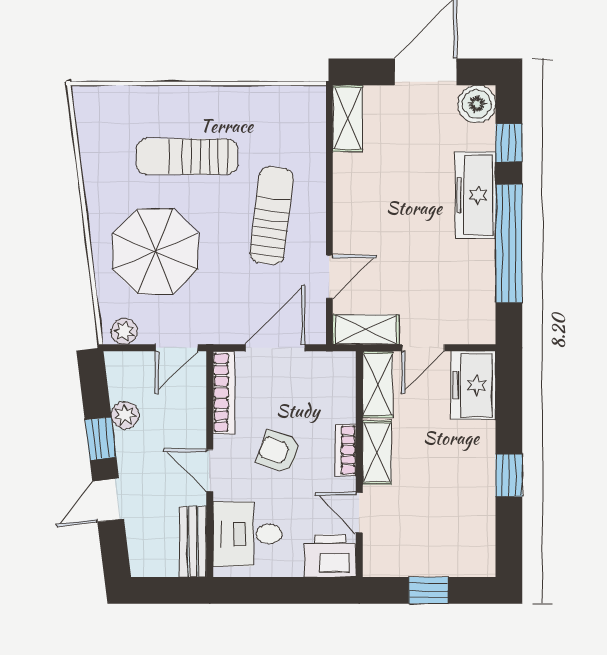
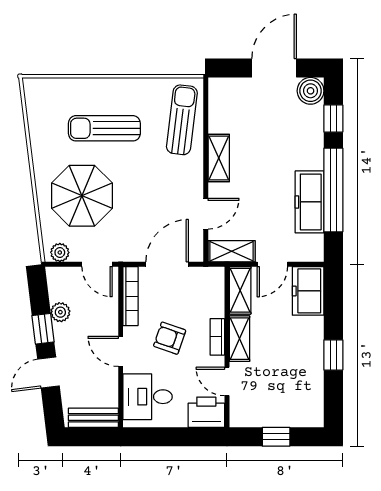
shelving: (348, 118) -> (219, 158), moved
freezer: (475, 195) -> (310, 202), moved
sun lounger: (272, 216) -> (182, 120), moved
door: (177, 348) -> (97, 264), hinge flipped
bench: (193, 542) -> (93, 418), moved, turned 90

